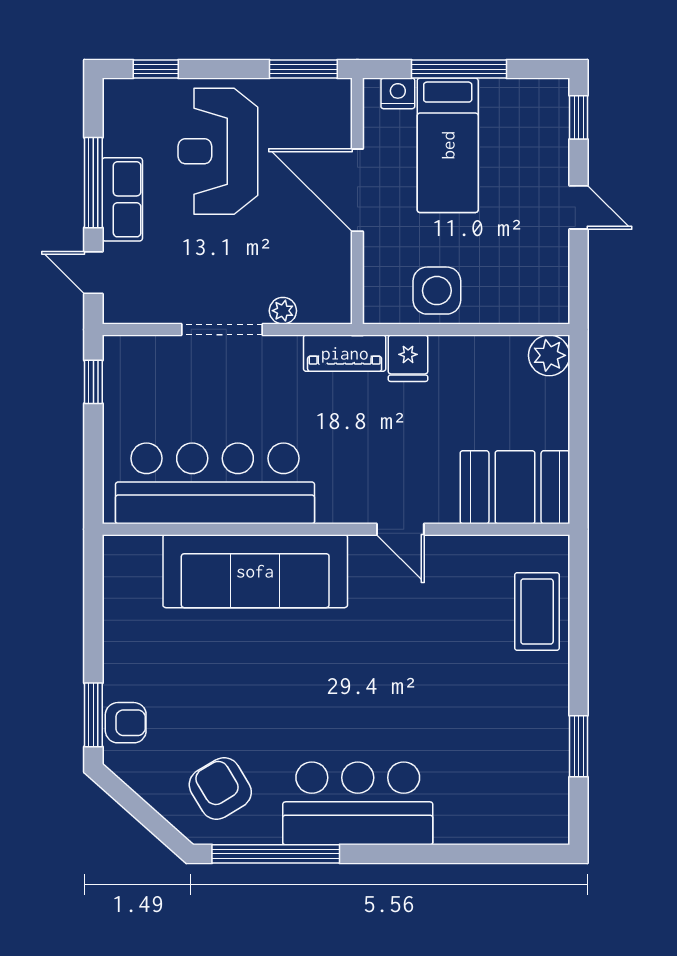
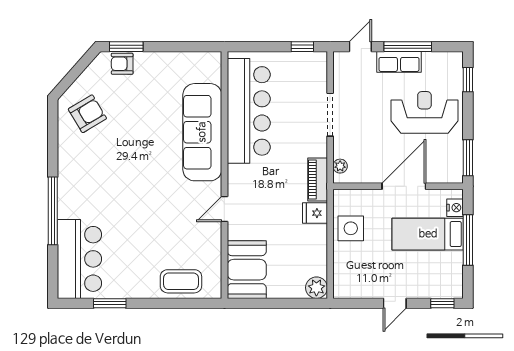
plant: (283, 311) -> (340, 166), moved
armchair: (126, 723) -> (122, 64), turned 90
bar counter: (358, 803) -> (79, 259), moved
window: (276, 854) -> (53, 211), moved

